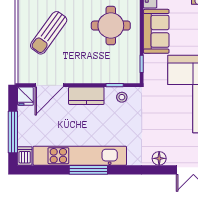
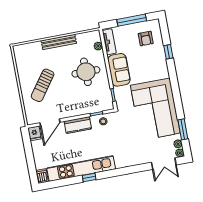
window: (13, 132) -> (30, 161), removed
floor lamp: (159, 158) -> (138, 160), removed
window: (88, 170) -> (89, 177), width x0.46

